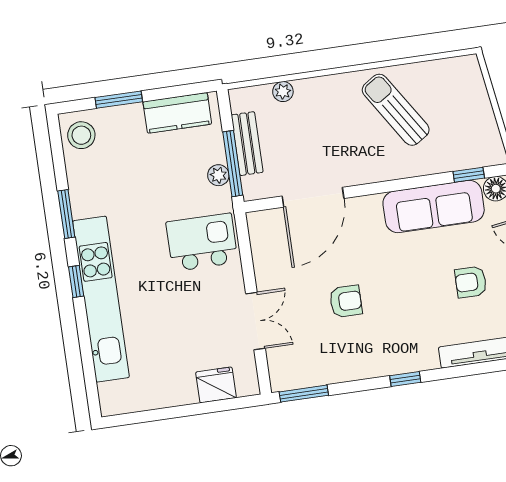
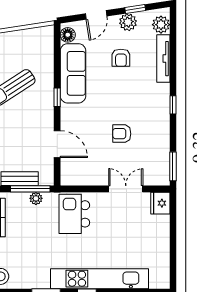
window: (469, 175) -> (57, 97), moved
door: (313, 197) -> (57, 144), width x0.73
armchair: (346, 301) -> (122, 134), turned -90
fridge: (216, 385) -> (160, 203), moved

